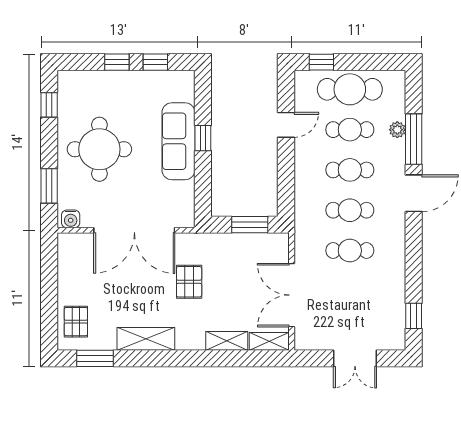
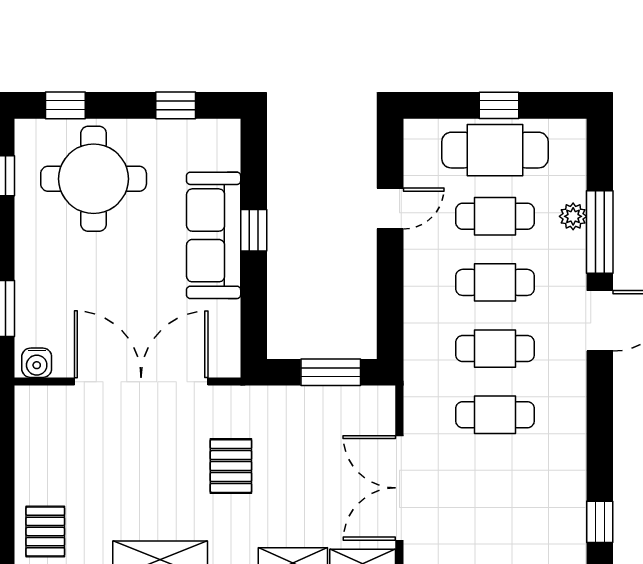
window: (117, 62) -> (65, 105), moved
window: (321, 62) -> (499, 105), moved
round table: (99, 149) -> (94, 179), moved
double door: (134, 230) -> (141, 382), swing flipped

